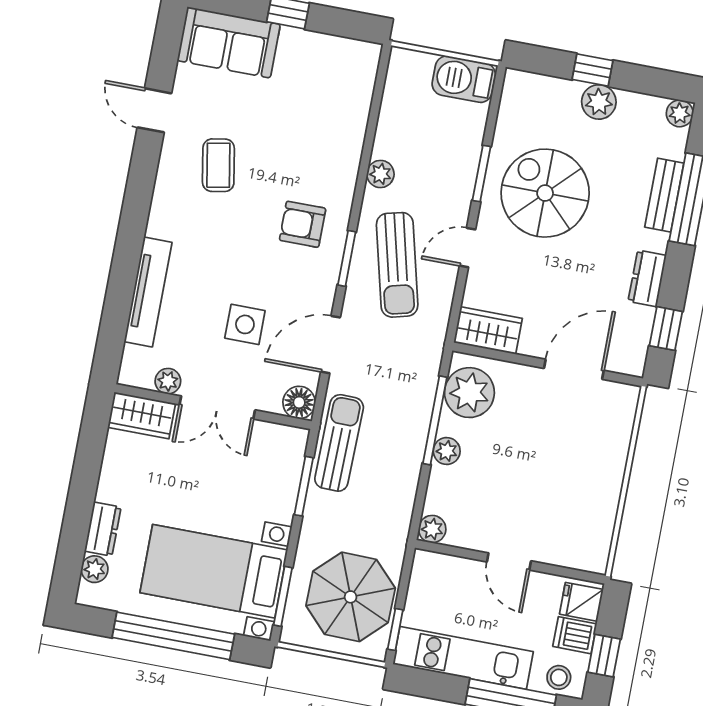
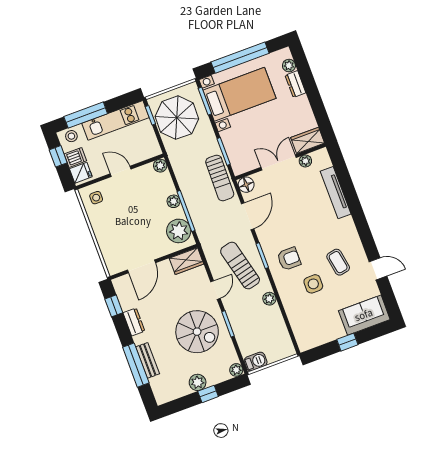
barbecue: (464, 79) -> (256, 362), width x0.73, depth x0.79
plant: (680, 113) -> (236, 370), moved
side table: (245, 324) -> (313, 284), moved
side table: (581, 541) -> (96, 198), added

